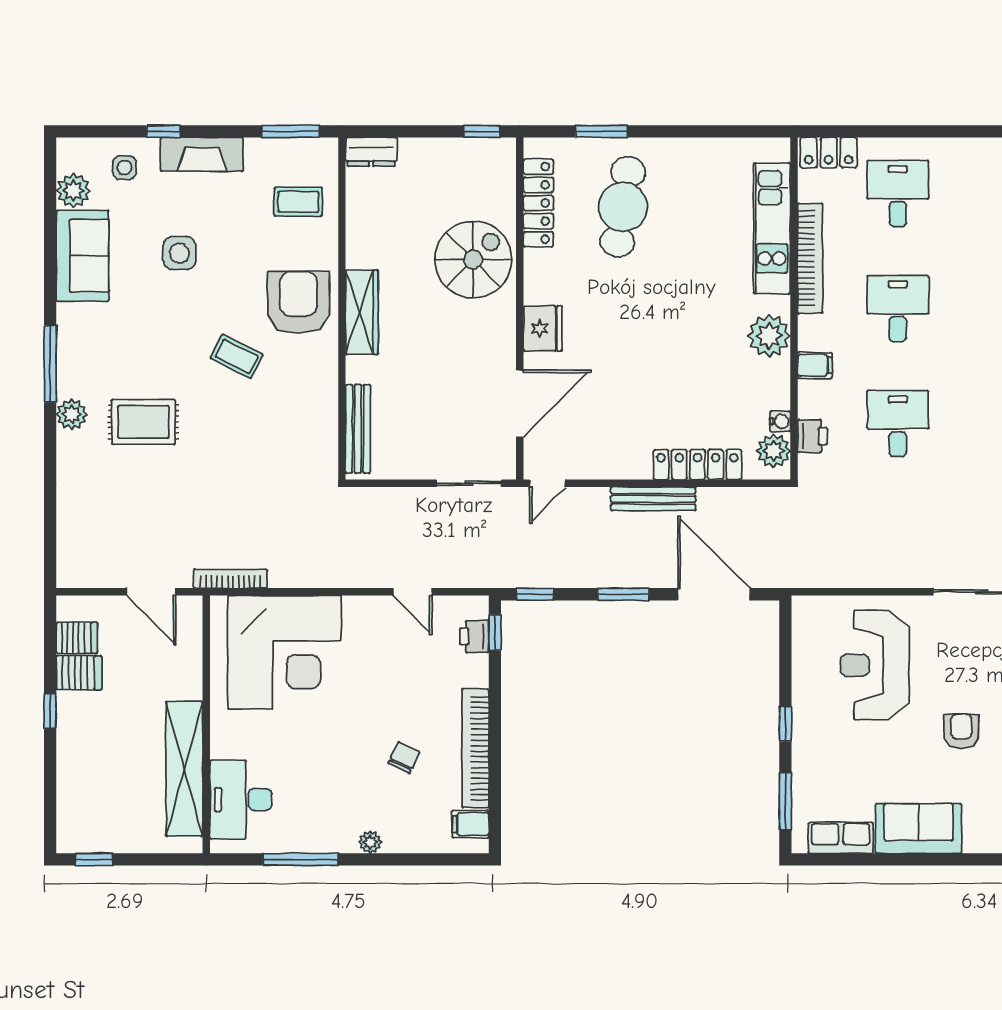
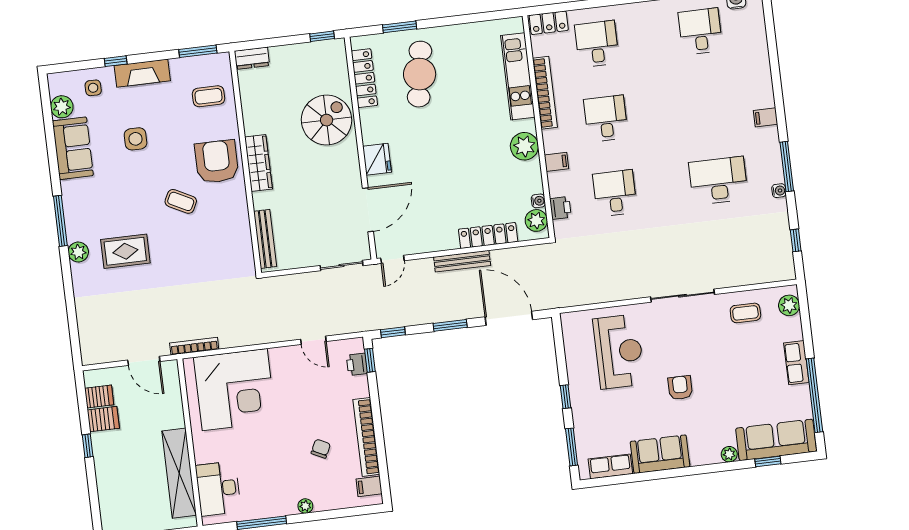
reception desk: (875, 665) -> (619, 352), turned 180

